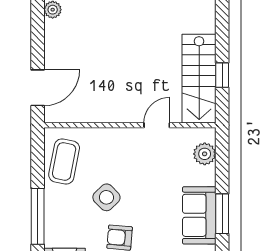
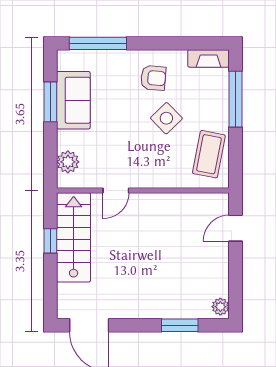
door: (38, 88) -> (235, 228), width x0.73

